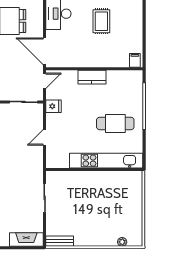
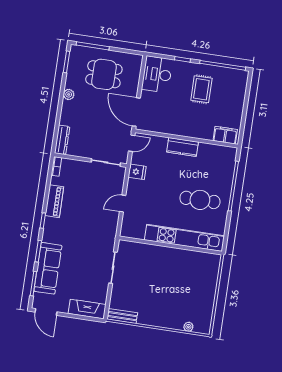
filing cabinet: (135, 60) -> (225, 135), width x2.00

